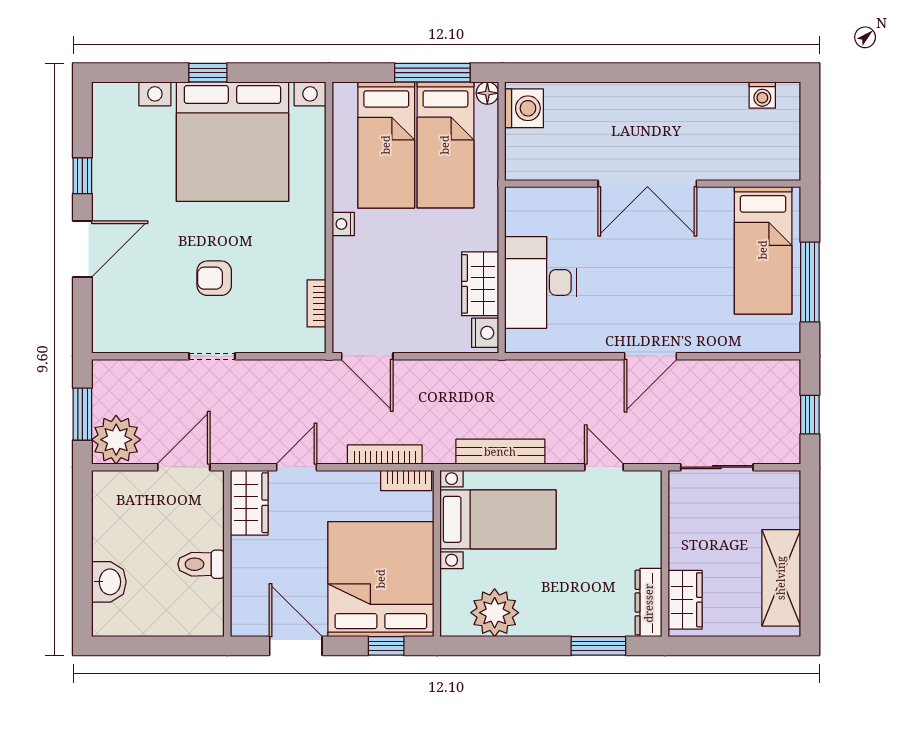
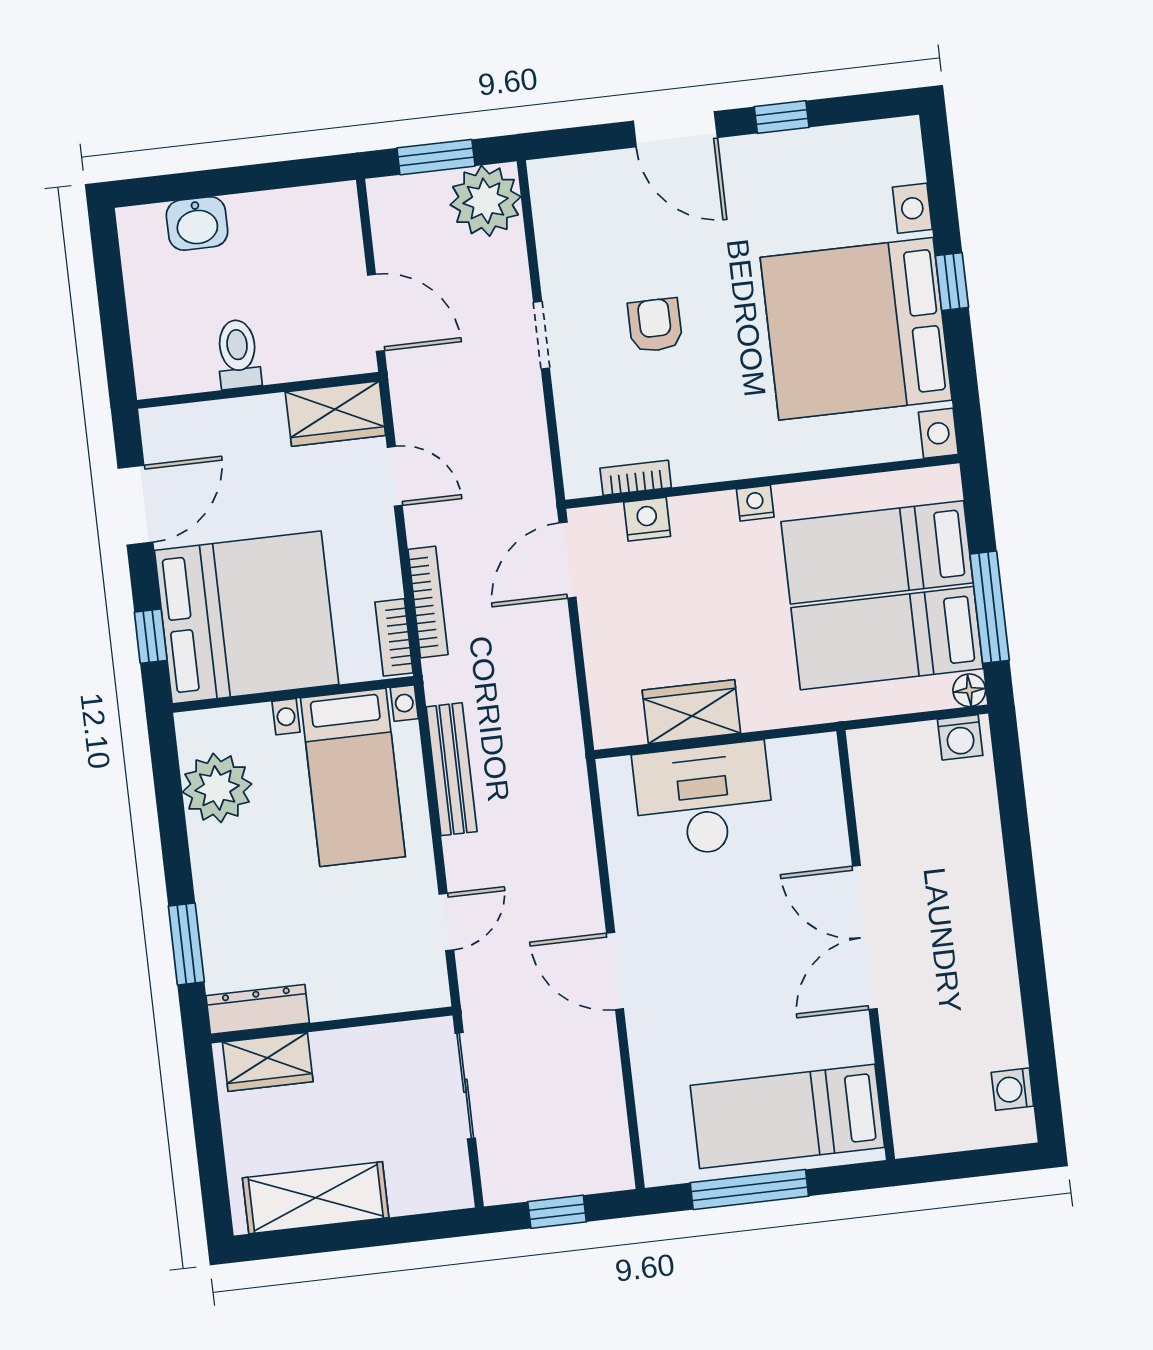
washing machine: (524, 108) -> (960, 737), width x0.73, depth x0.73
nightstand: (485, 333) -> (647, 519), moved, turned 180
plant: (116, 440) -> (485, 201), moved

